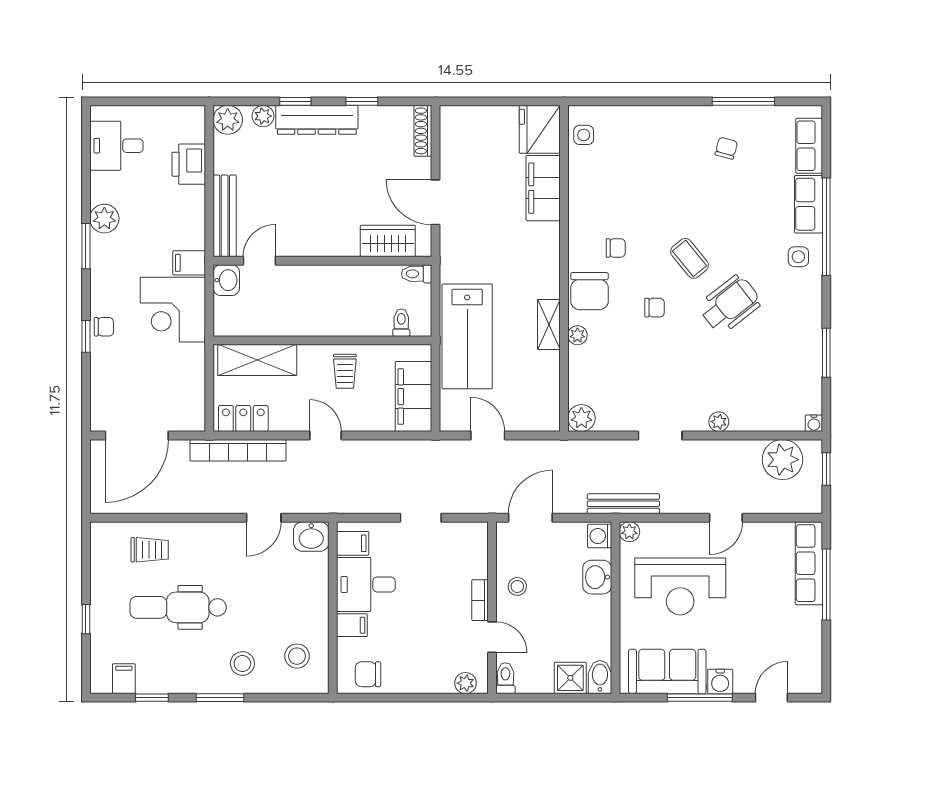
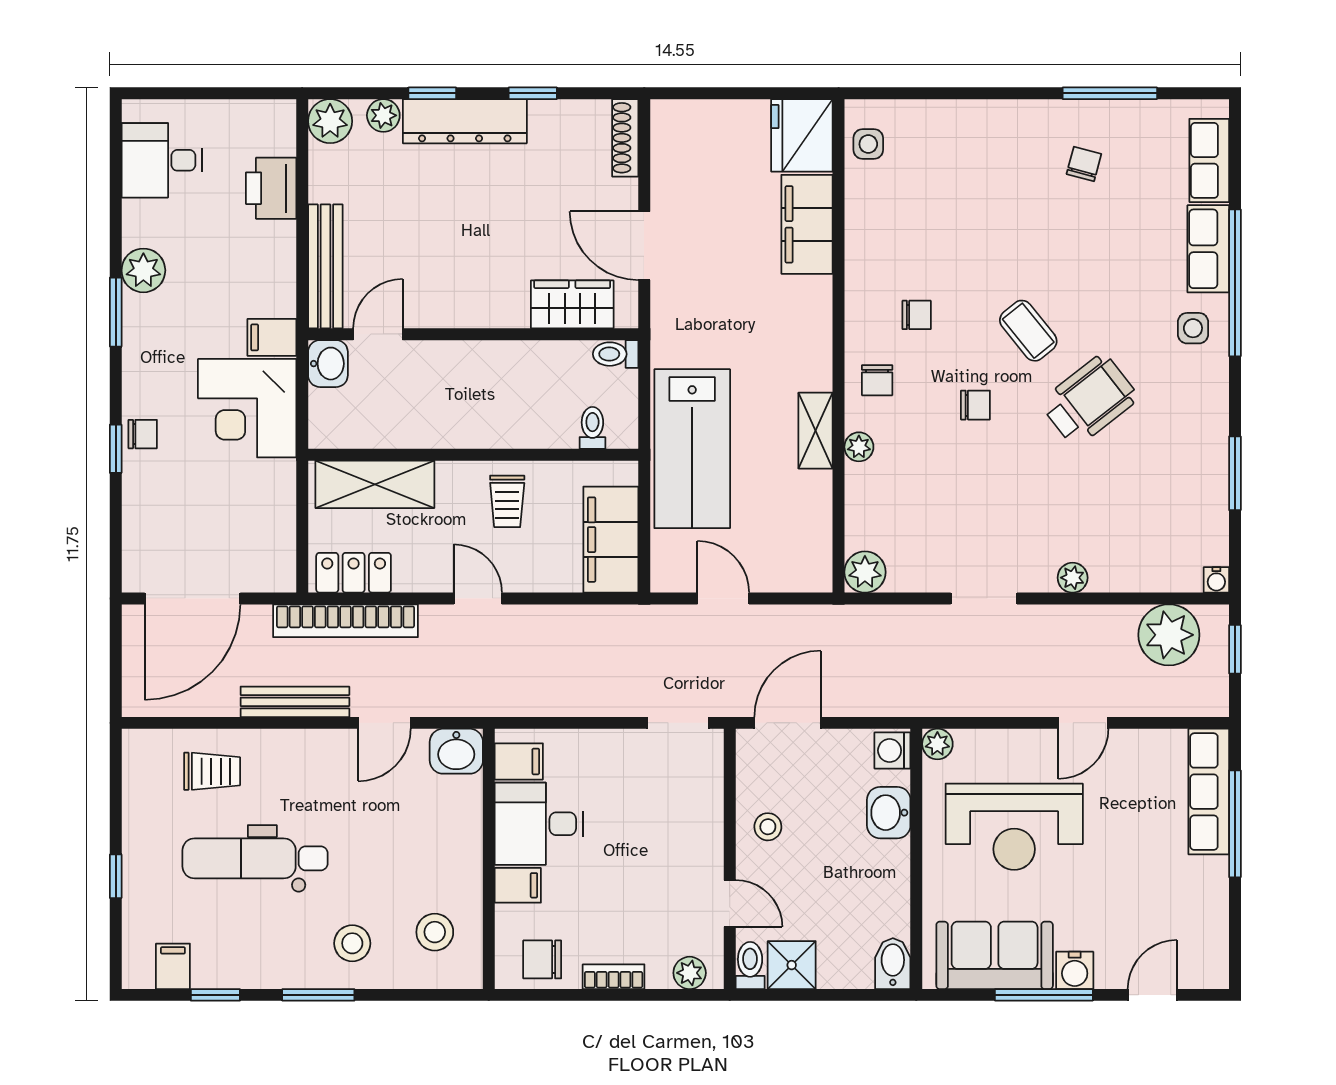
chair: (590, 291) -> (877, 380), width x0.54, depth x0.54
bench: (623, 504) -> (295, 702), moved
doorway: (421, 518) -> (678, 723), moved
bookcase: (480, 600) -> (614, 977), moved, turned 90
shower: (570, 678) -> (792, 965), moved

